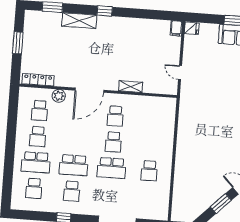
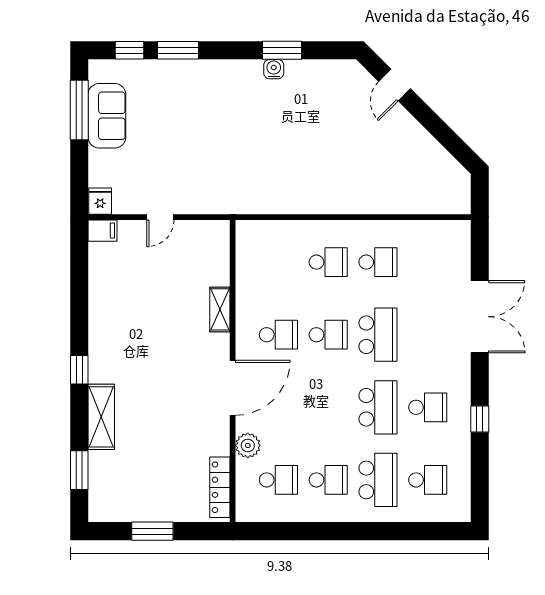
door: (180, 73) -> (160, 217), moved
door: (89, 90) -> (233, 388), hinge flipped
school desk: (151, 145) -> (328, 262), added
window: (221, 204) -> (431, 121), removed

